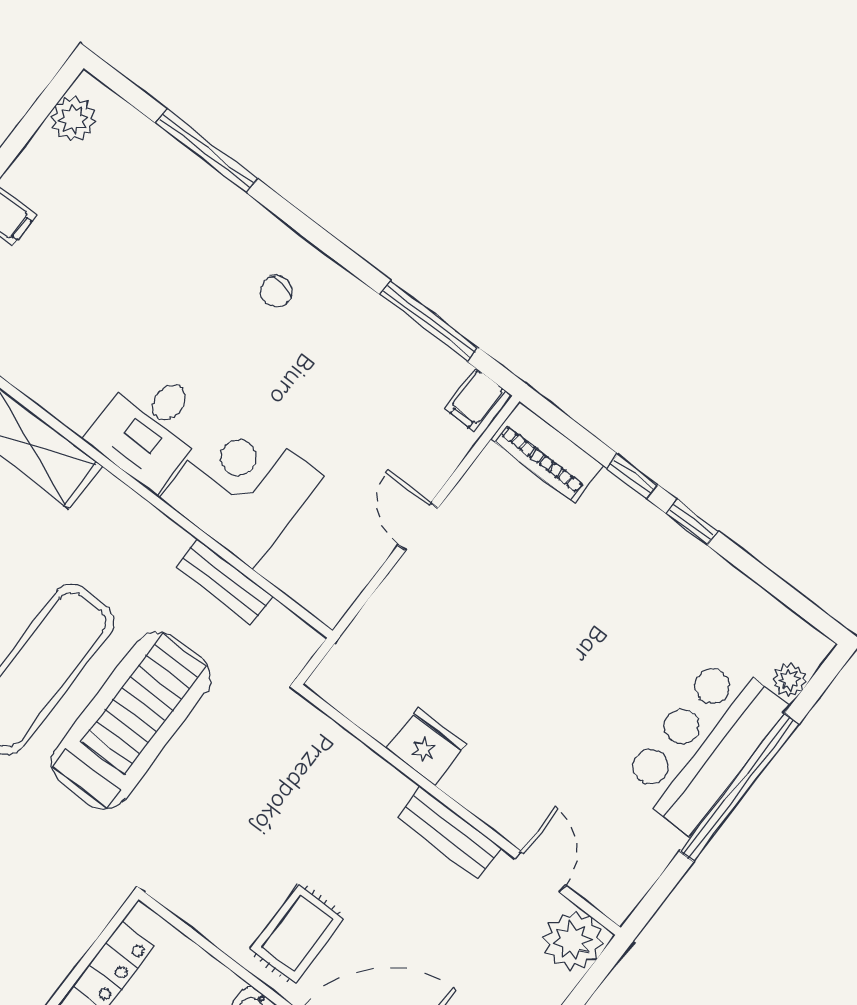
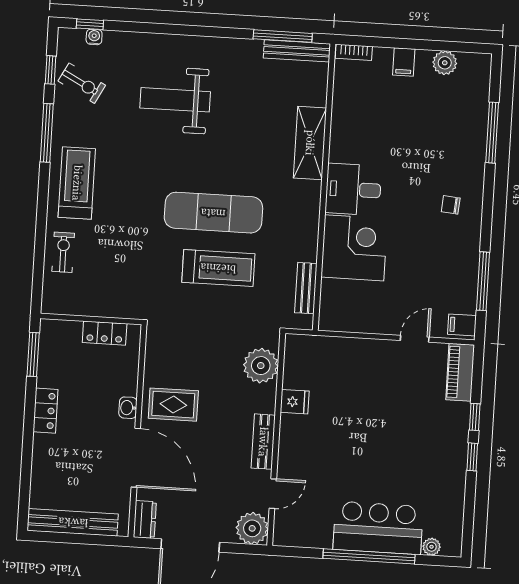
plant: (73, 119) -> (445, 63), moved
door: (418, 526) -> (415, 339), moved
bench: (224, 582) -> (306, 288), moved
treadmill: (131, 720) -> (218, 268), width x0.73, depth x0.73
fridge: (426, 747) -> (295, 402), width x0.72
plant: (328, 756) -> (261, 366), added

